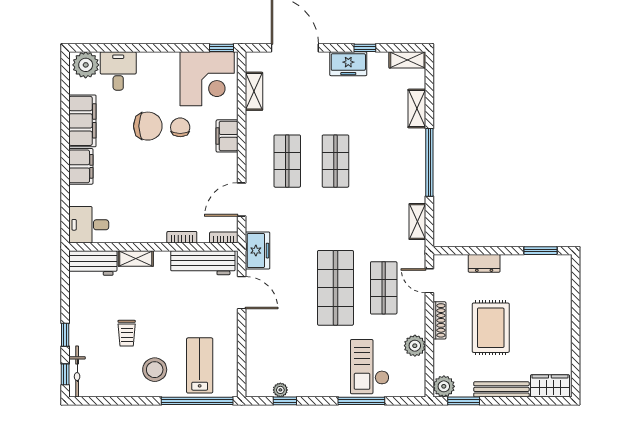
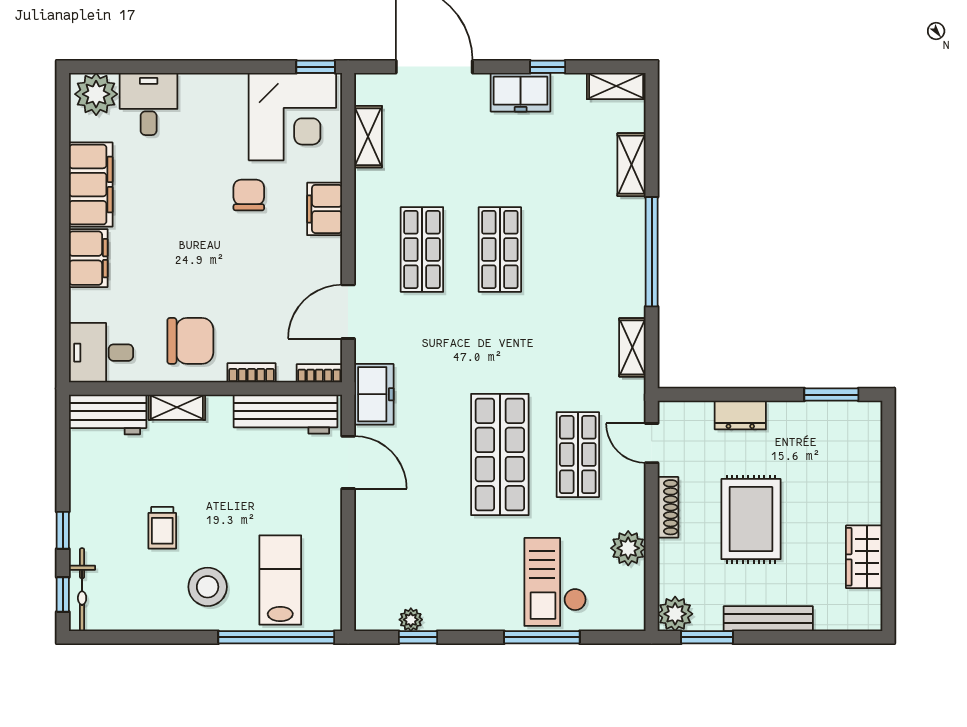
chair: (148, 126) -> (190, 341), moved
wardrobe: (550, 386) -> (864, 557), moved, turned -90

